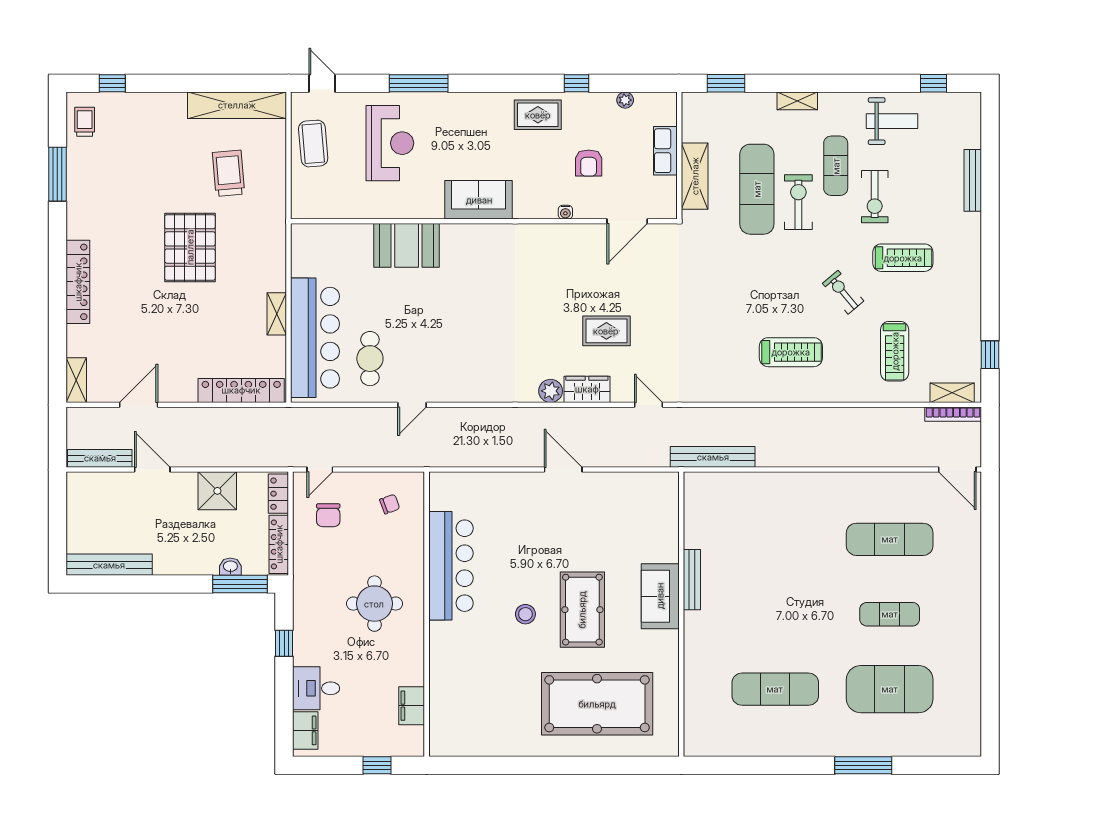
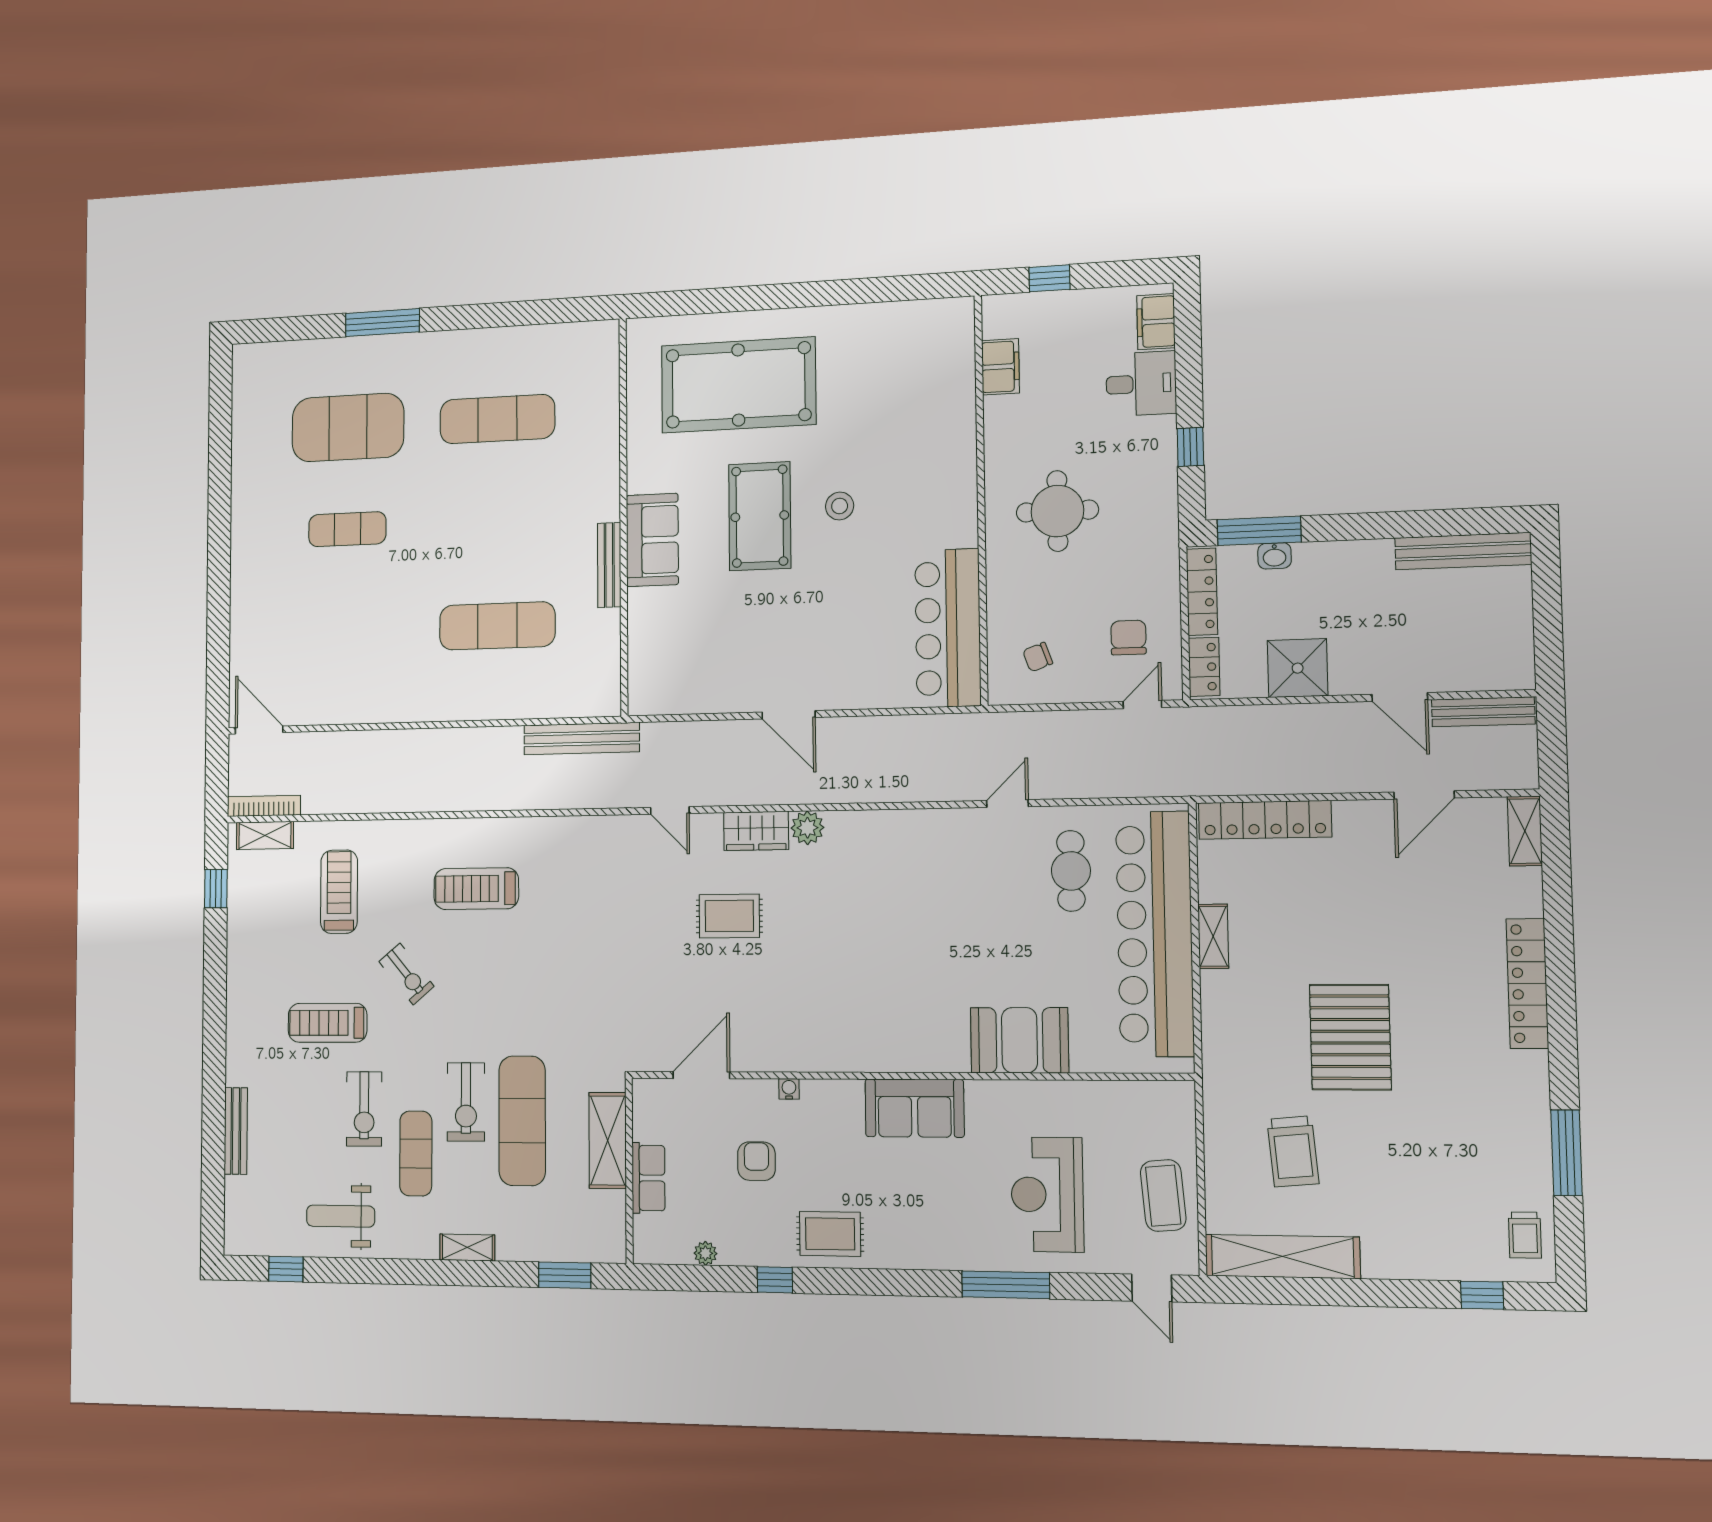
exercise bike: (875, 197) -> (364, 1109), turned 180
bar counter: (315, 338) -> (1155, 934), width x1.36
exercise mat: (890, 539) -> (497, 626), moved
bar counter: (451, 566) -> (948, 628), moved

